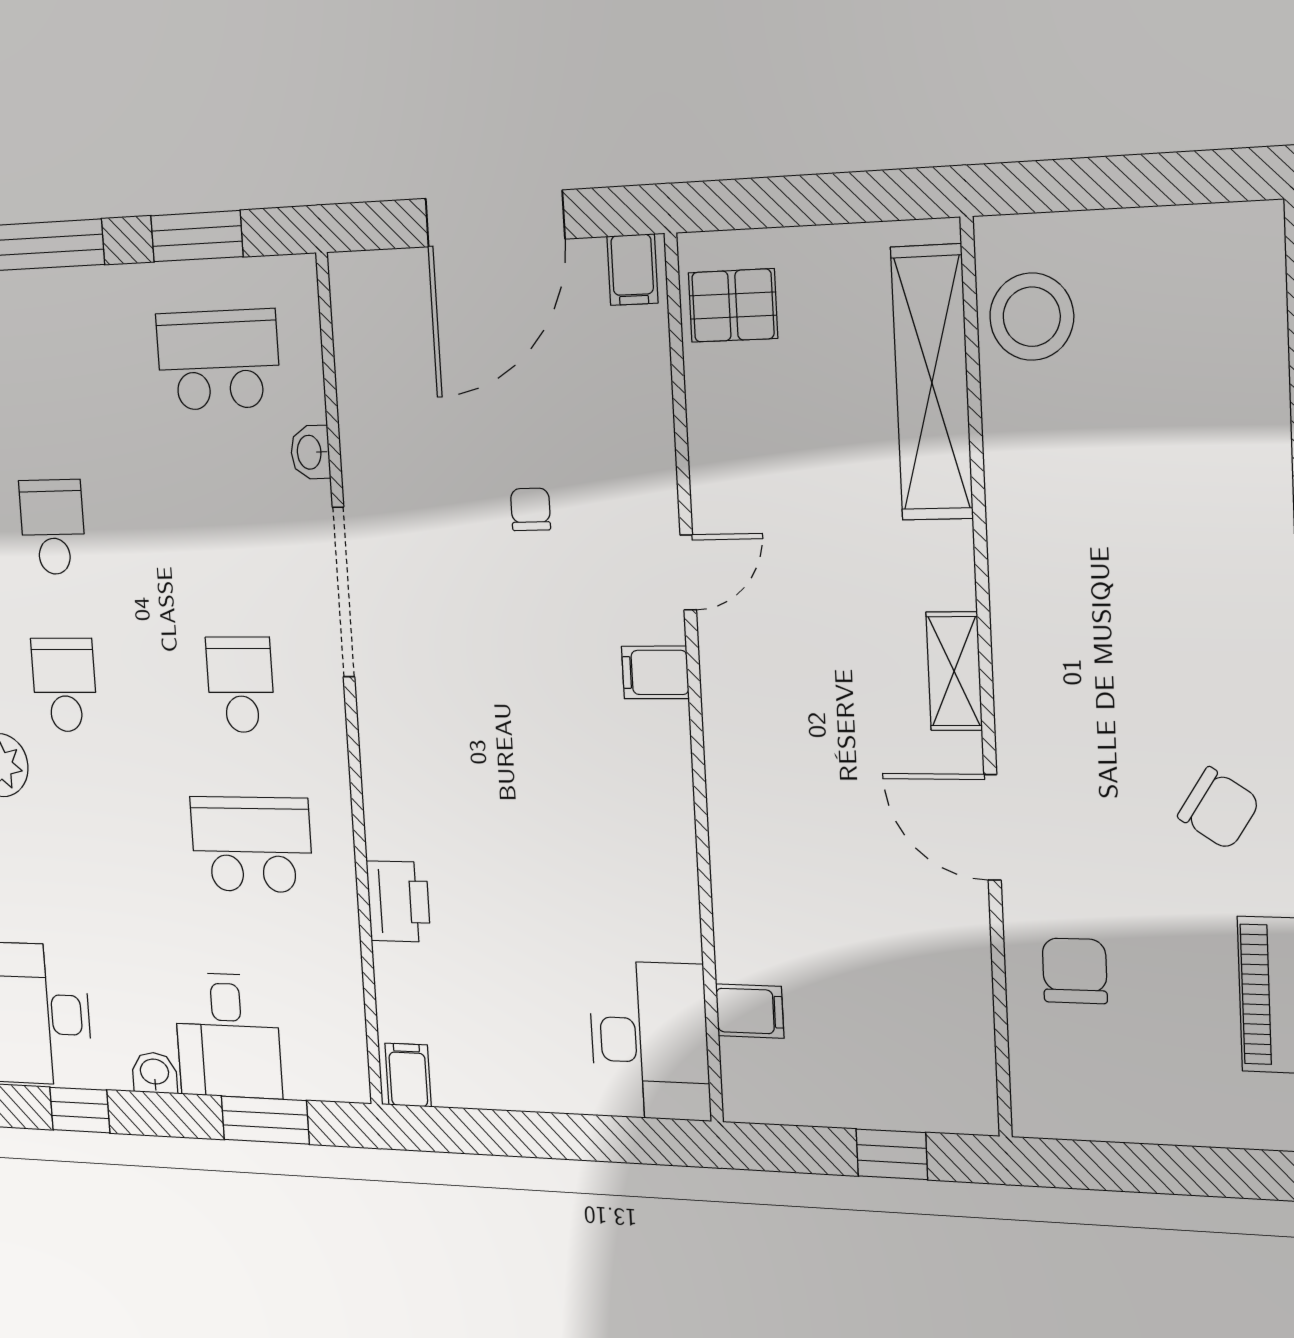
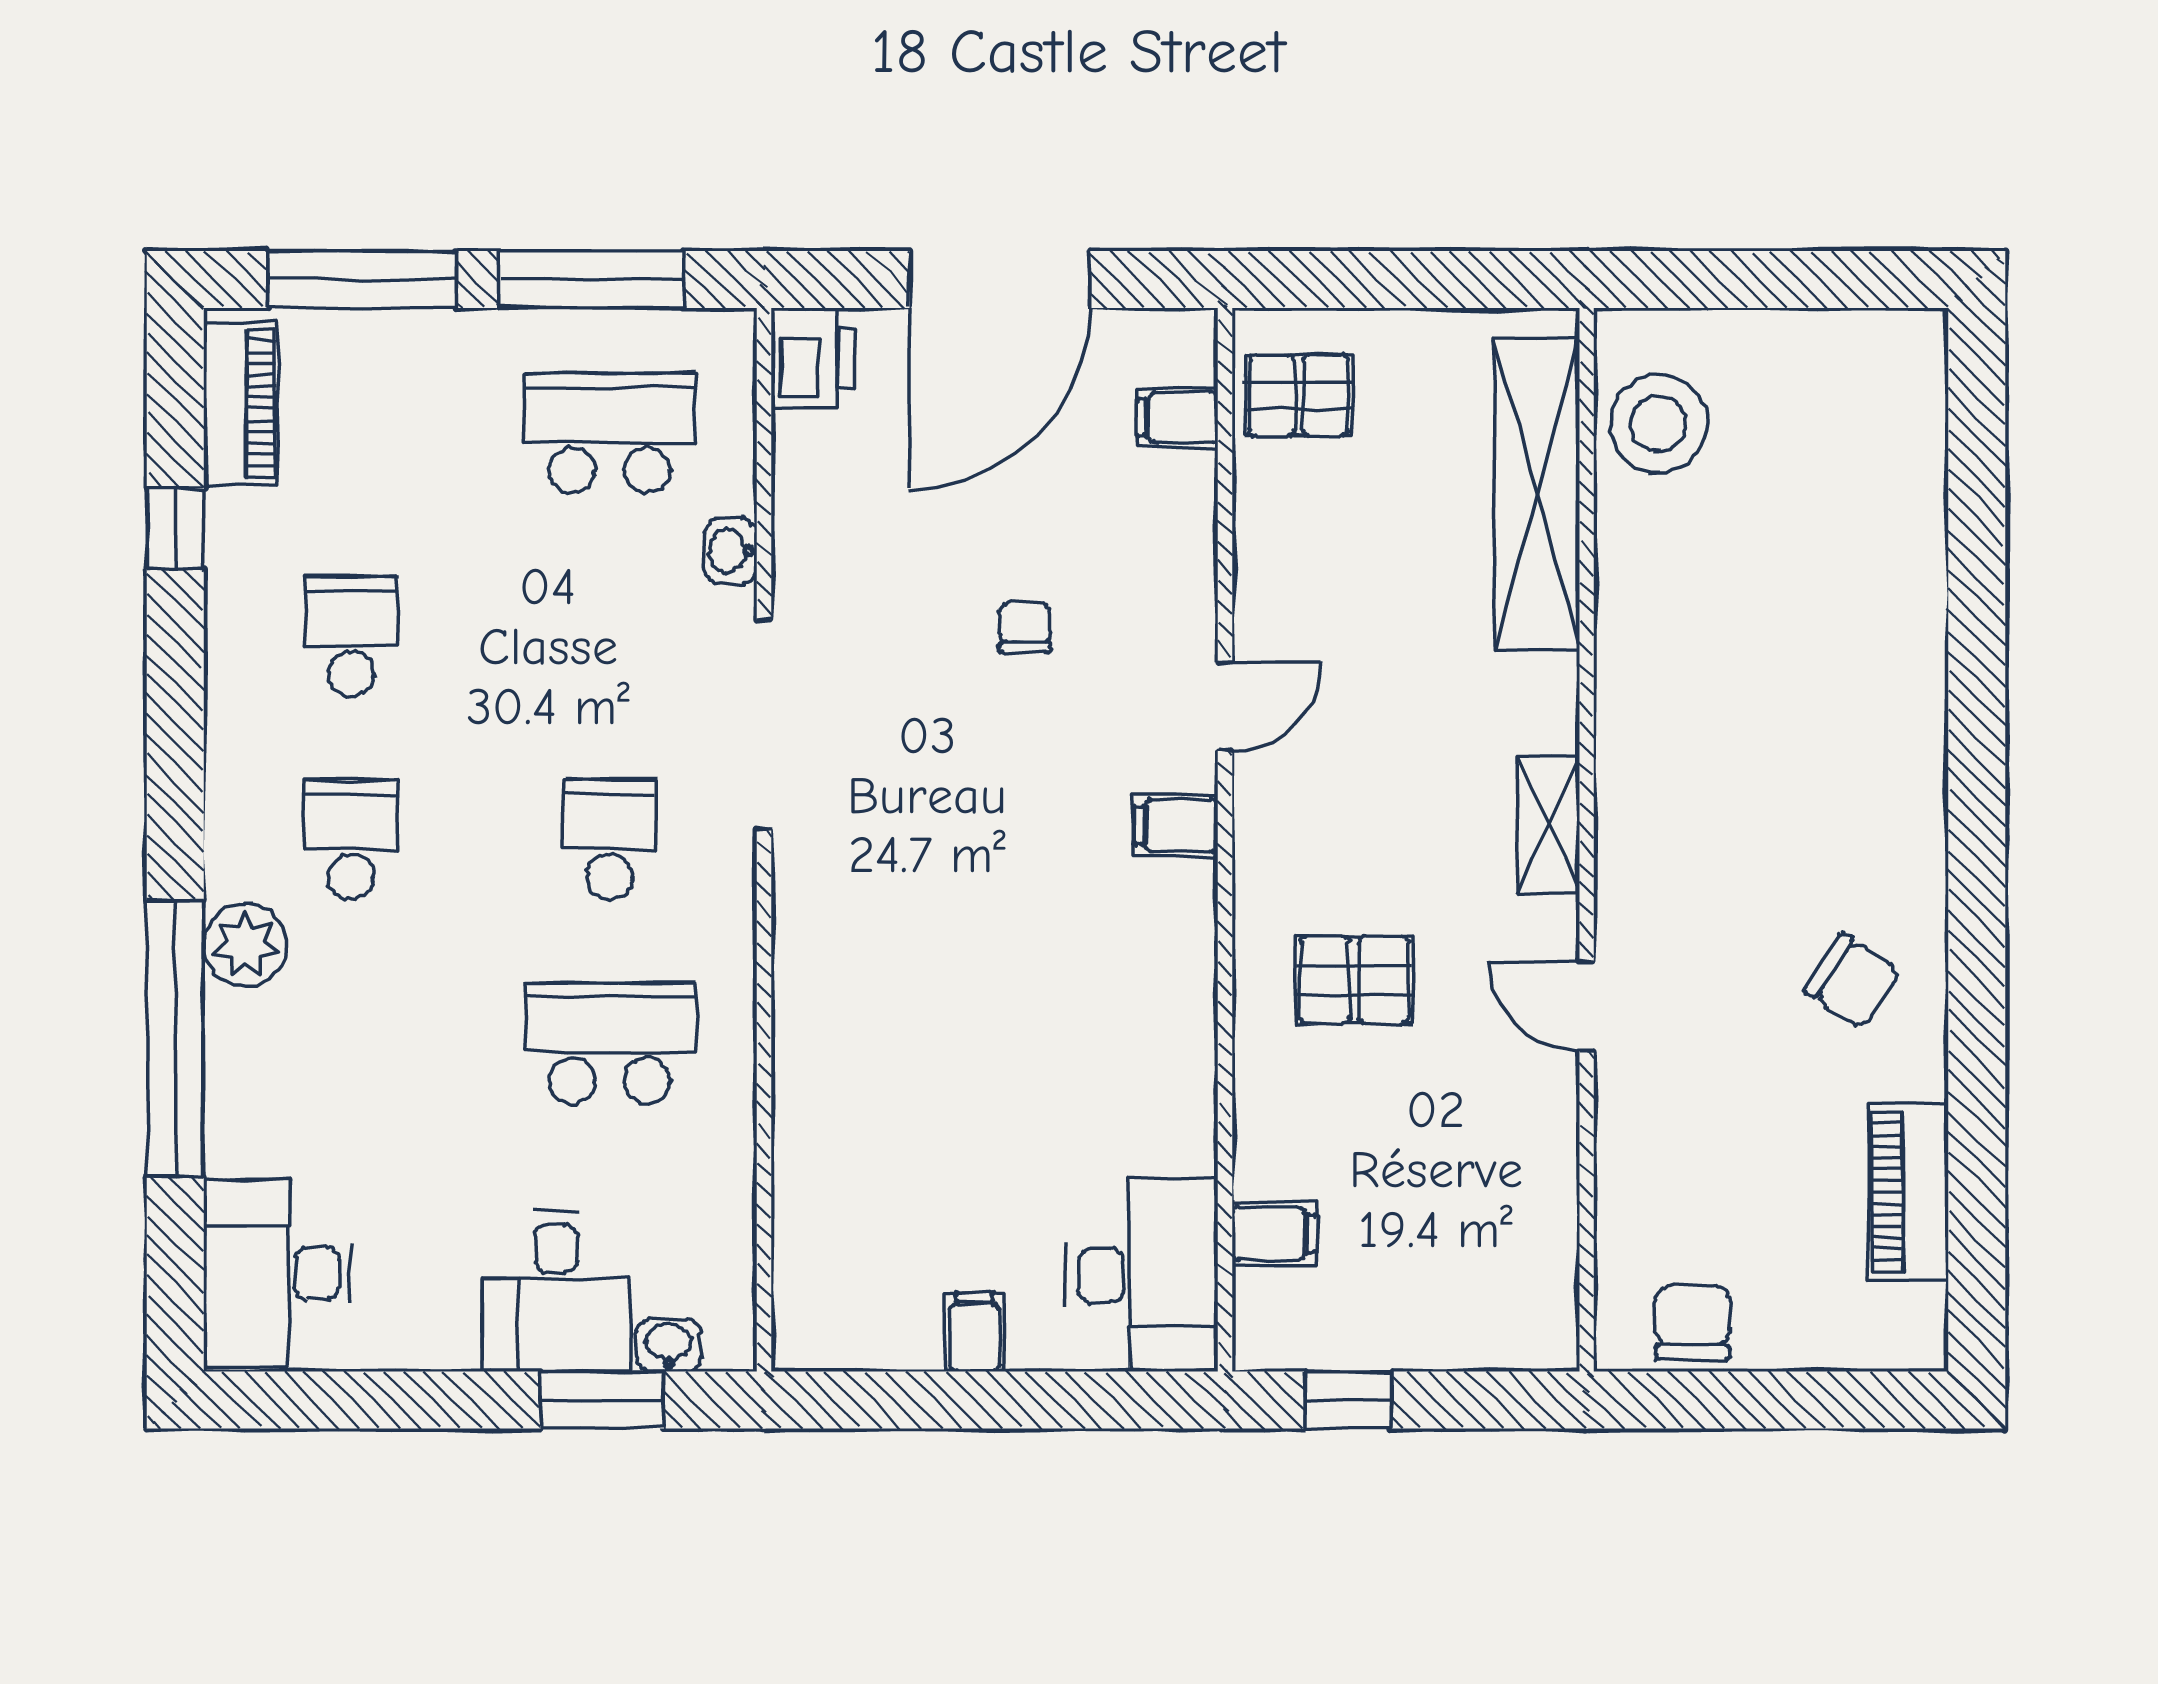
window: (197, 236) -> (591, 279), width x1.44
filing cabinet: (632, 270) -> (1177, 418), moved, turned 90
pallet: (802, 802) -> (1354, 980), added
door: (992, 827) -> (1587, 1006), width x0.73
printer: (398, 901) -> (813, 358), moved
chair: (1075, 971) -> (1693, 1322), moved
washbasin: (155, 1073) -> (669, 1345), moved
filing cabinet: (408, 1075) -> (974, 1332), moved
window: (80, 1110) -> (326, 1400), removed
window: (892, 1154) -> (1348, 1400), moved

